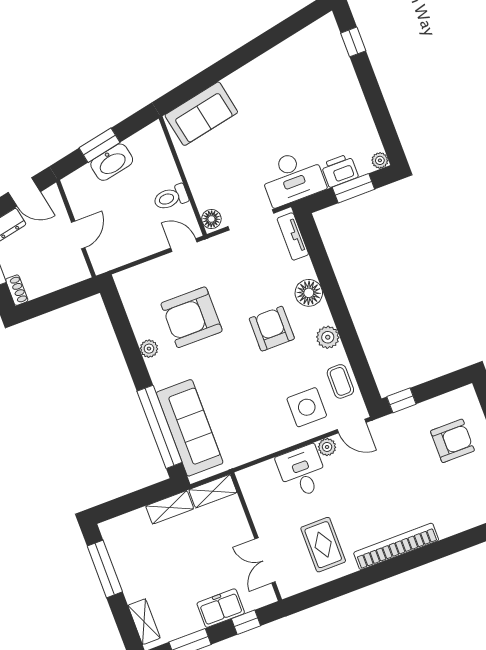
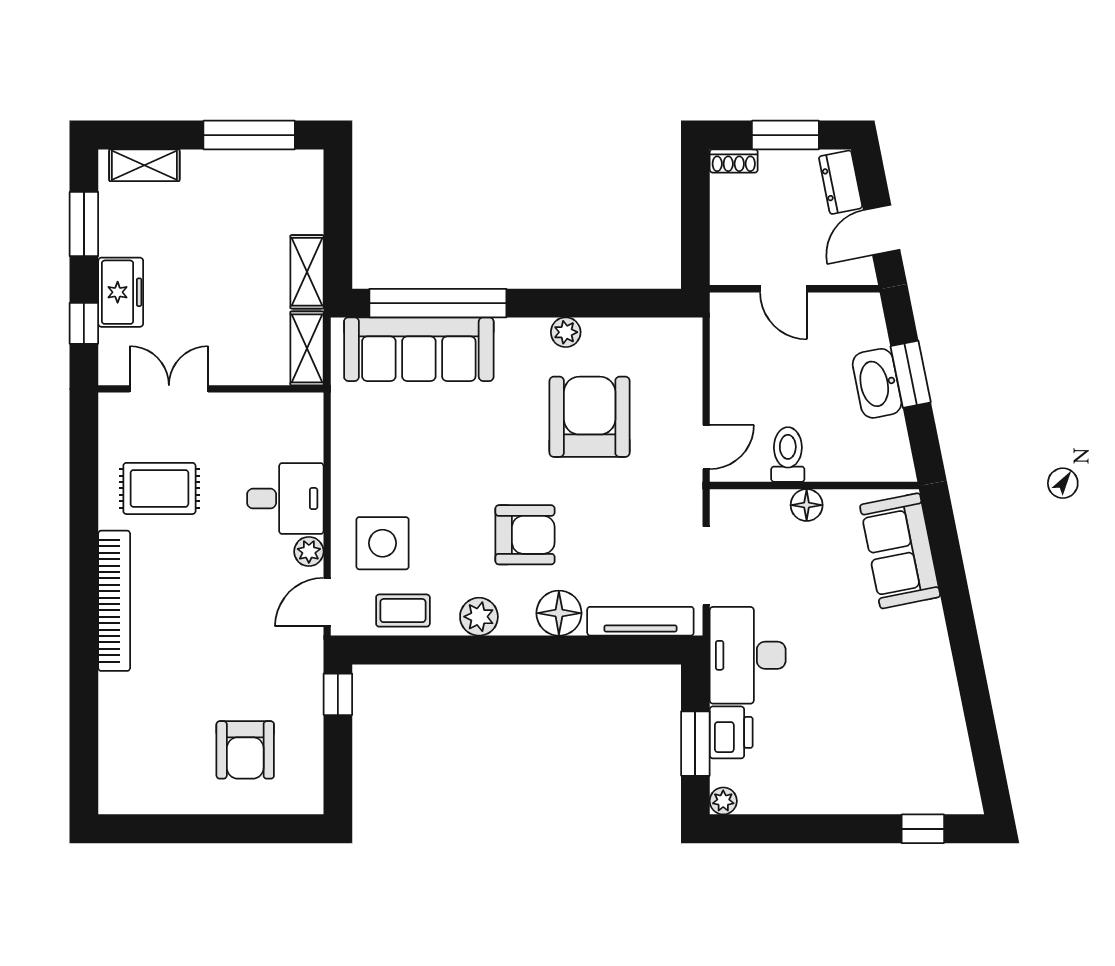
floor lamp: (211, 219) -> (807, 505), moved
tv unit: (293, 236) -> (640, 621), width x1.41

